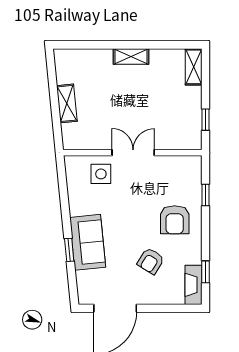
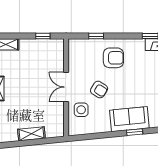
armchair: (151, 261) -> (99, 90), moved

